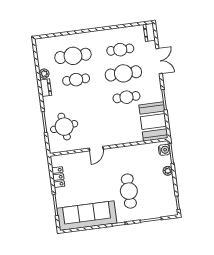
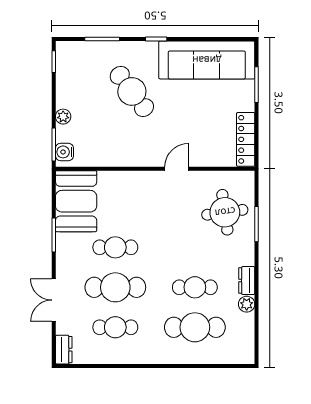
locker: (58, 177) -> (246, 139), width x1.53
cafe table: (129, 191) -> (132, 91), turned -37

